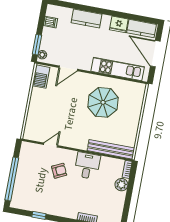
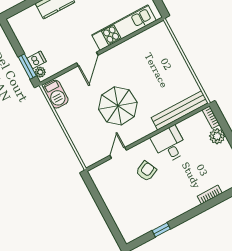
dishwasher: (50, 22) -> (37, 60), moved
door: (68, 68) -> (87, 59), moved
parasol: (103, 102) -> (118, 106), moved
window: (12, 179) -> (107, 216), removed

